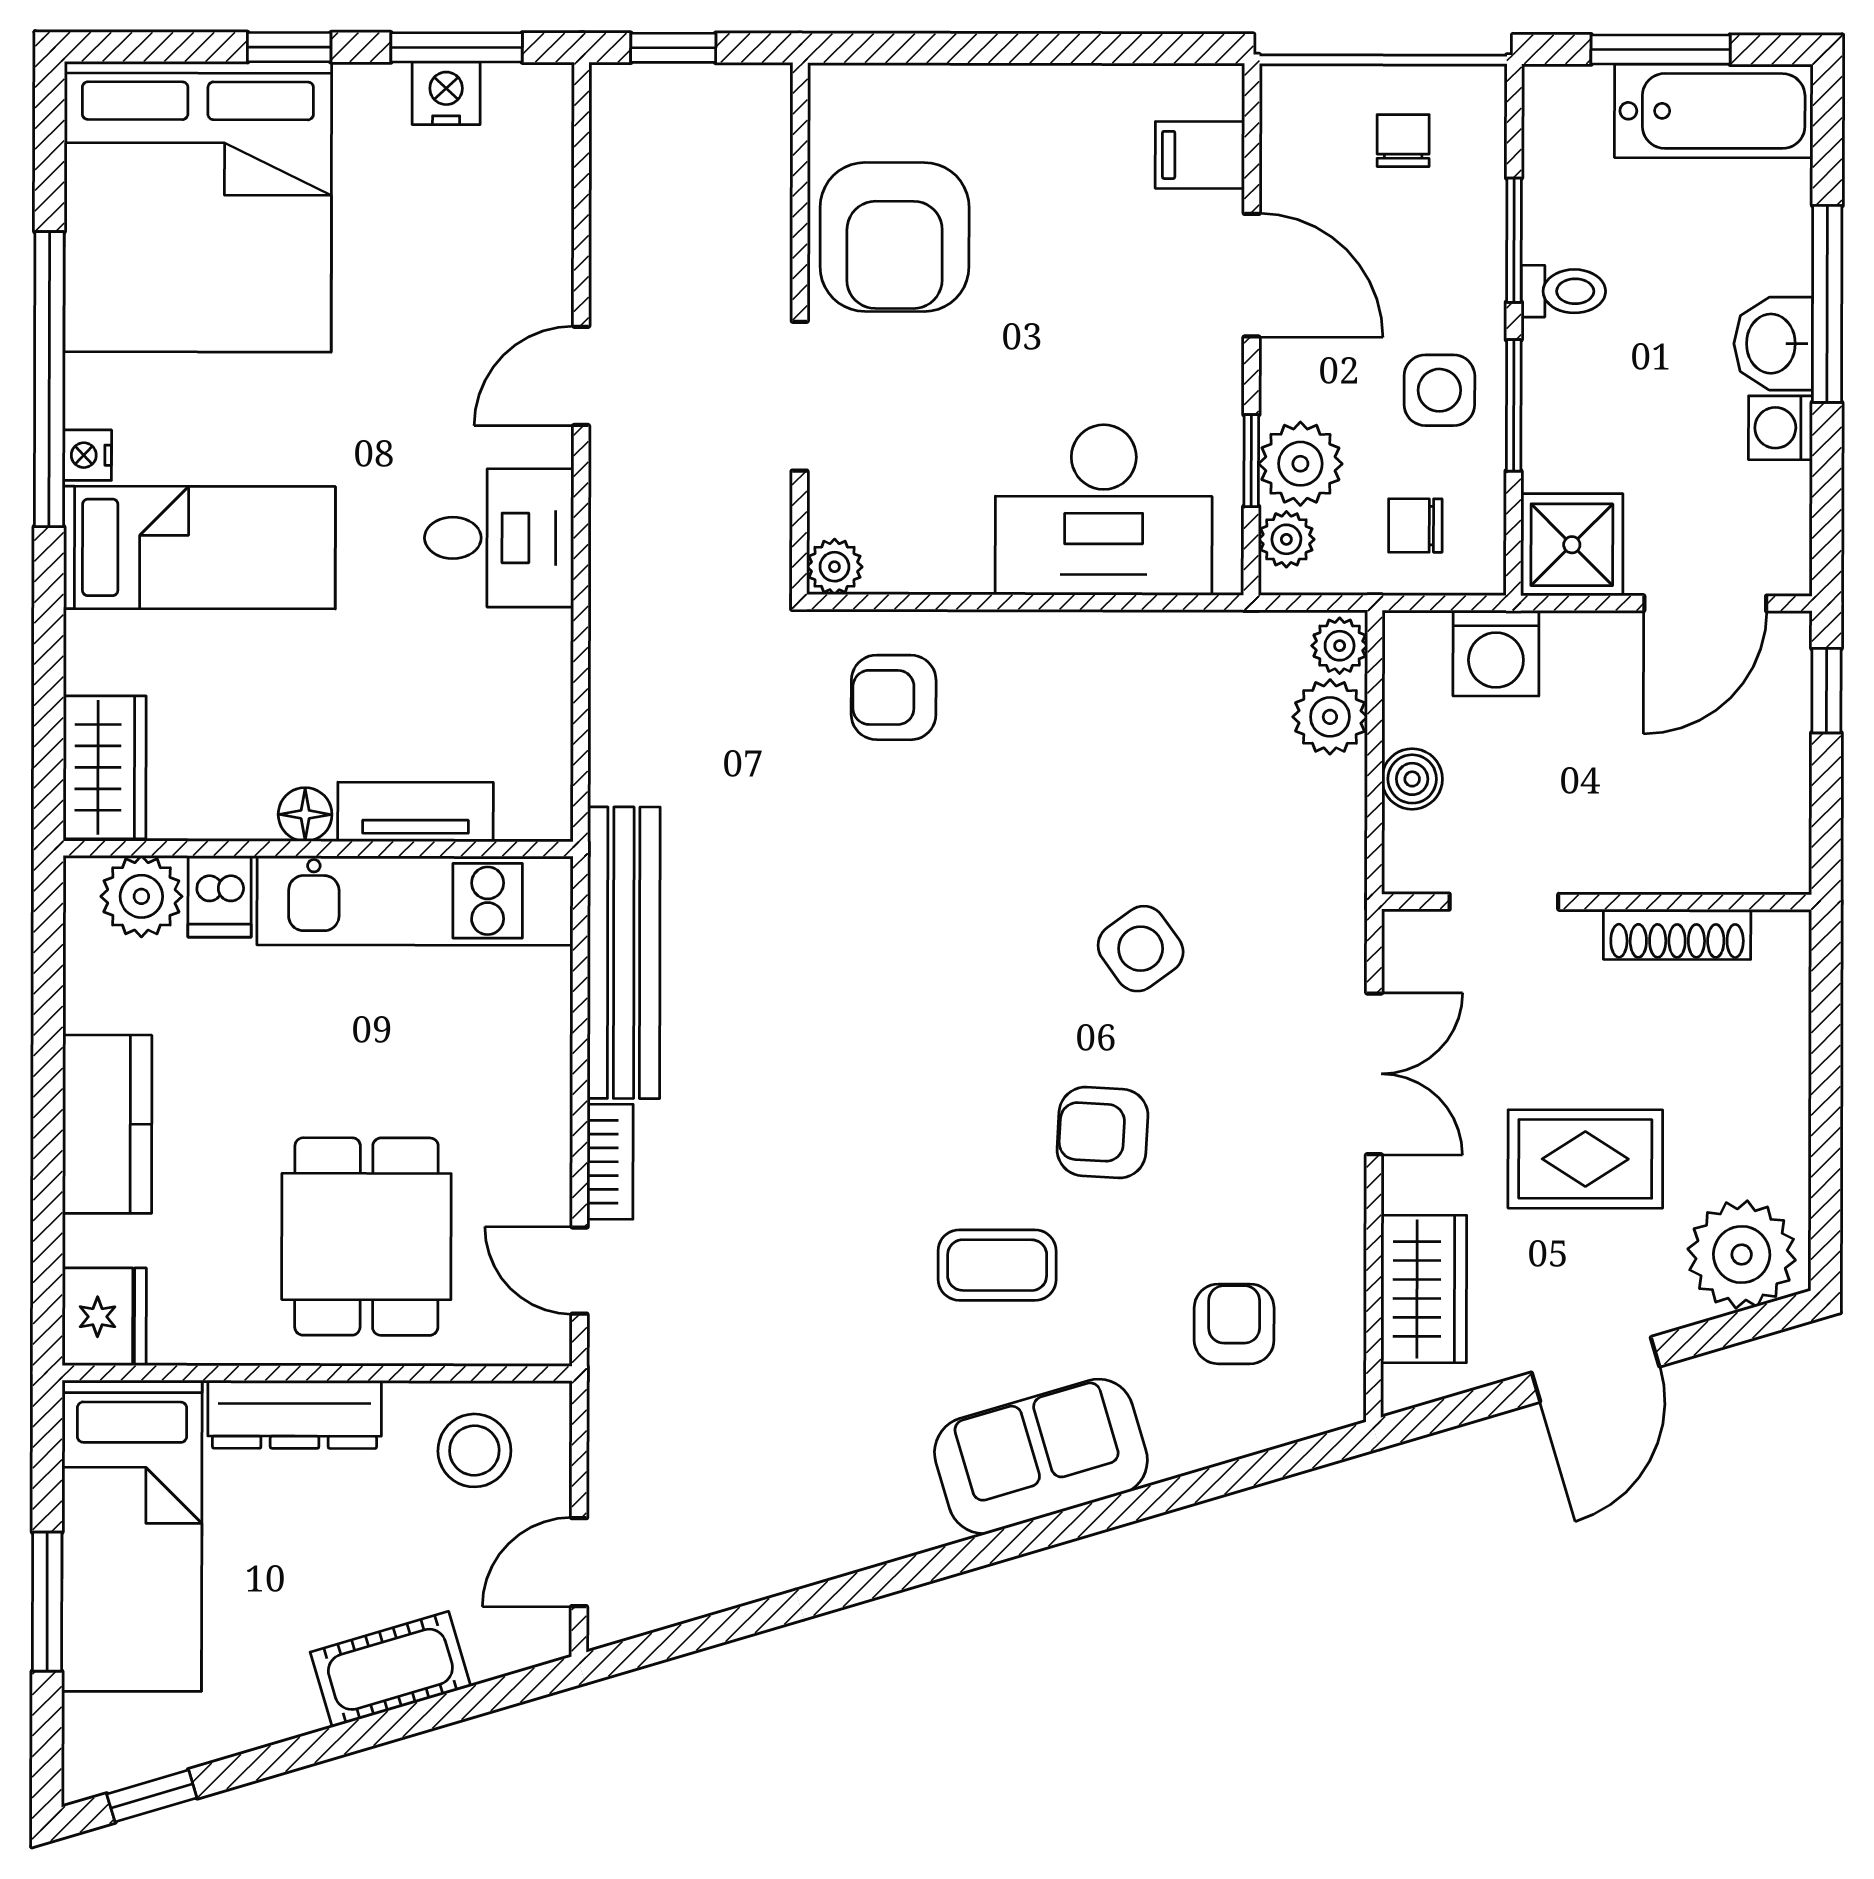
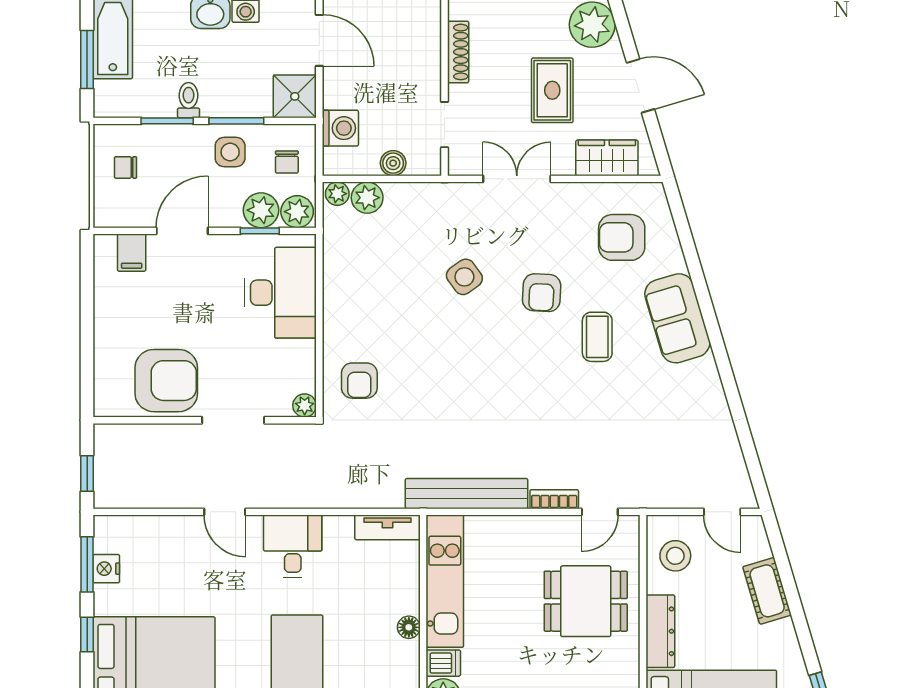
plant: (1286, 539) -> (297, 212), width x1.38, depth x1.38
tv unit: (415, 812) -> (387, 527), moved, turned -90
armchair: (1234, 1324) -> (622, 237), width x1.38, depth x1.38

